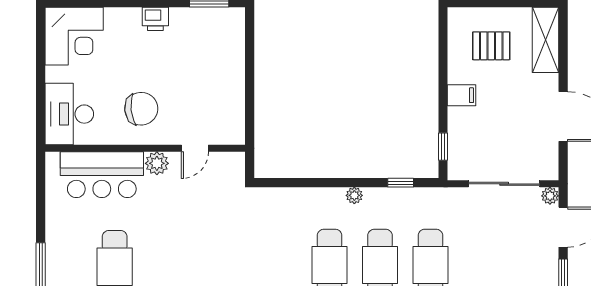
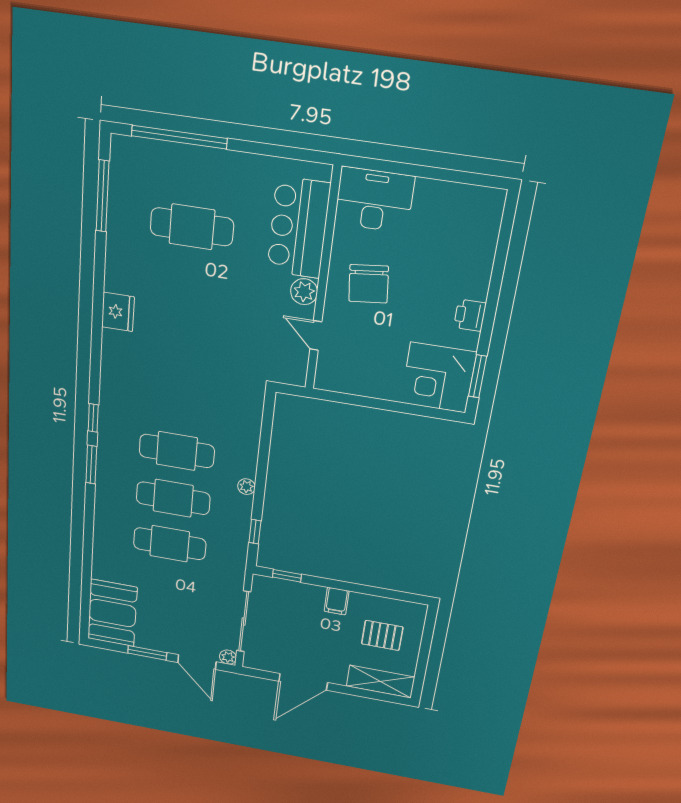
corner desk: (74, 36) -> (438, 378), moved
pallet: (491, 46) -> (382, 635), turned 90

